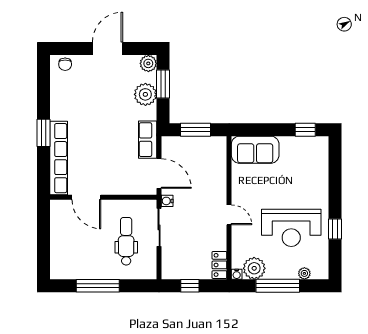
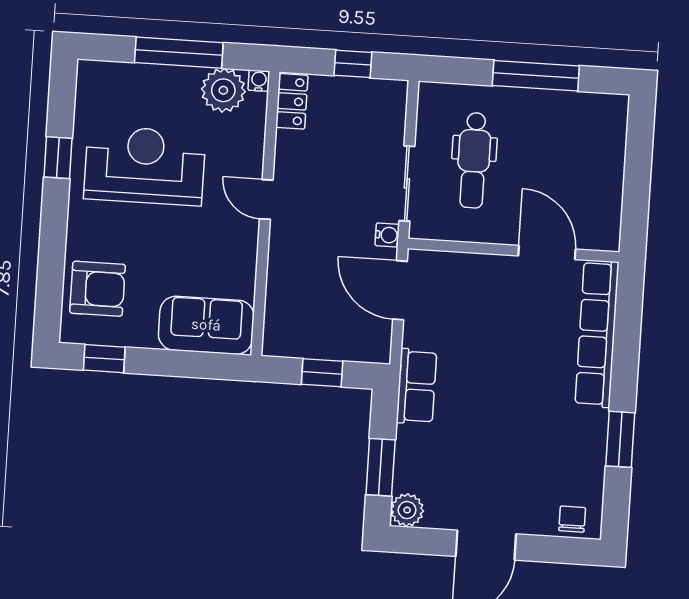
plant: (145, 94) -> (417, 449), removed
window: (195, 130) -> (322, 373), width x0.67
window: (43, 133) -> (620, 439), moved
row of seats: (148, 140) -> (416, 386), moved
armchair: (311, 165) -> (98, 289), added
plant: (304, 273) -> (124, 74), removed

